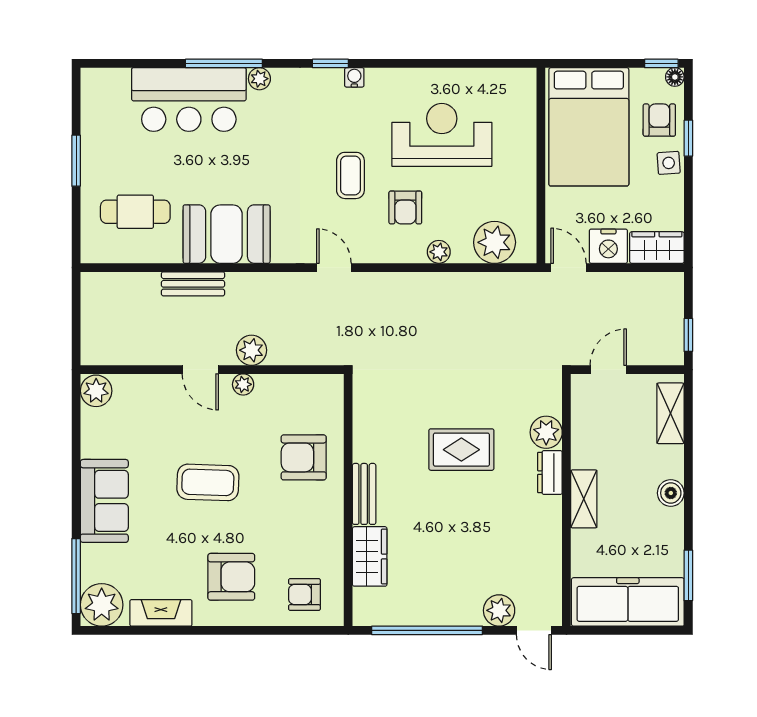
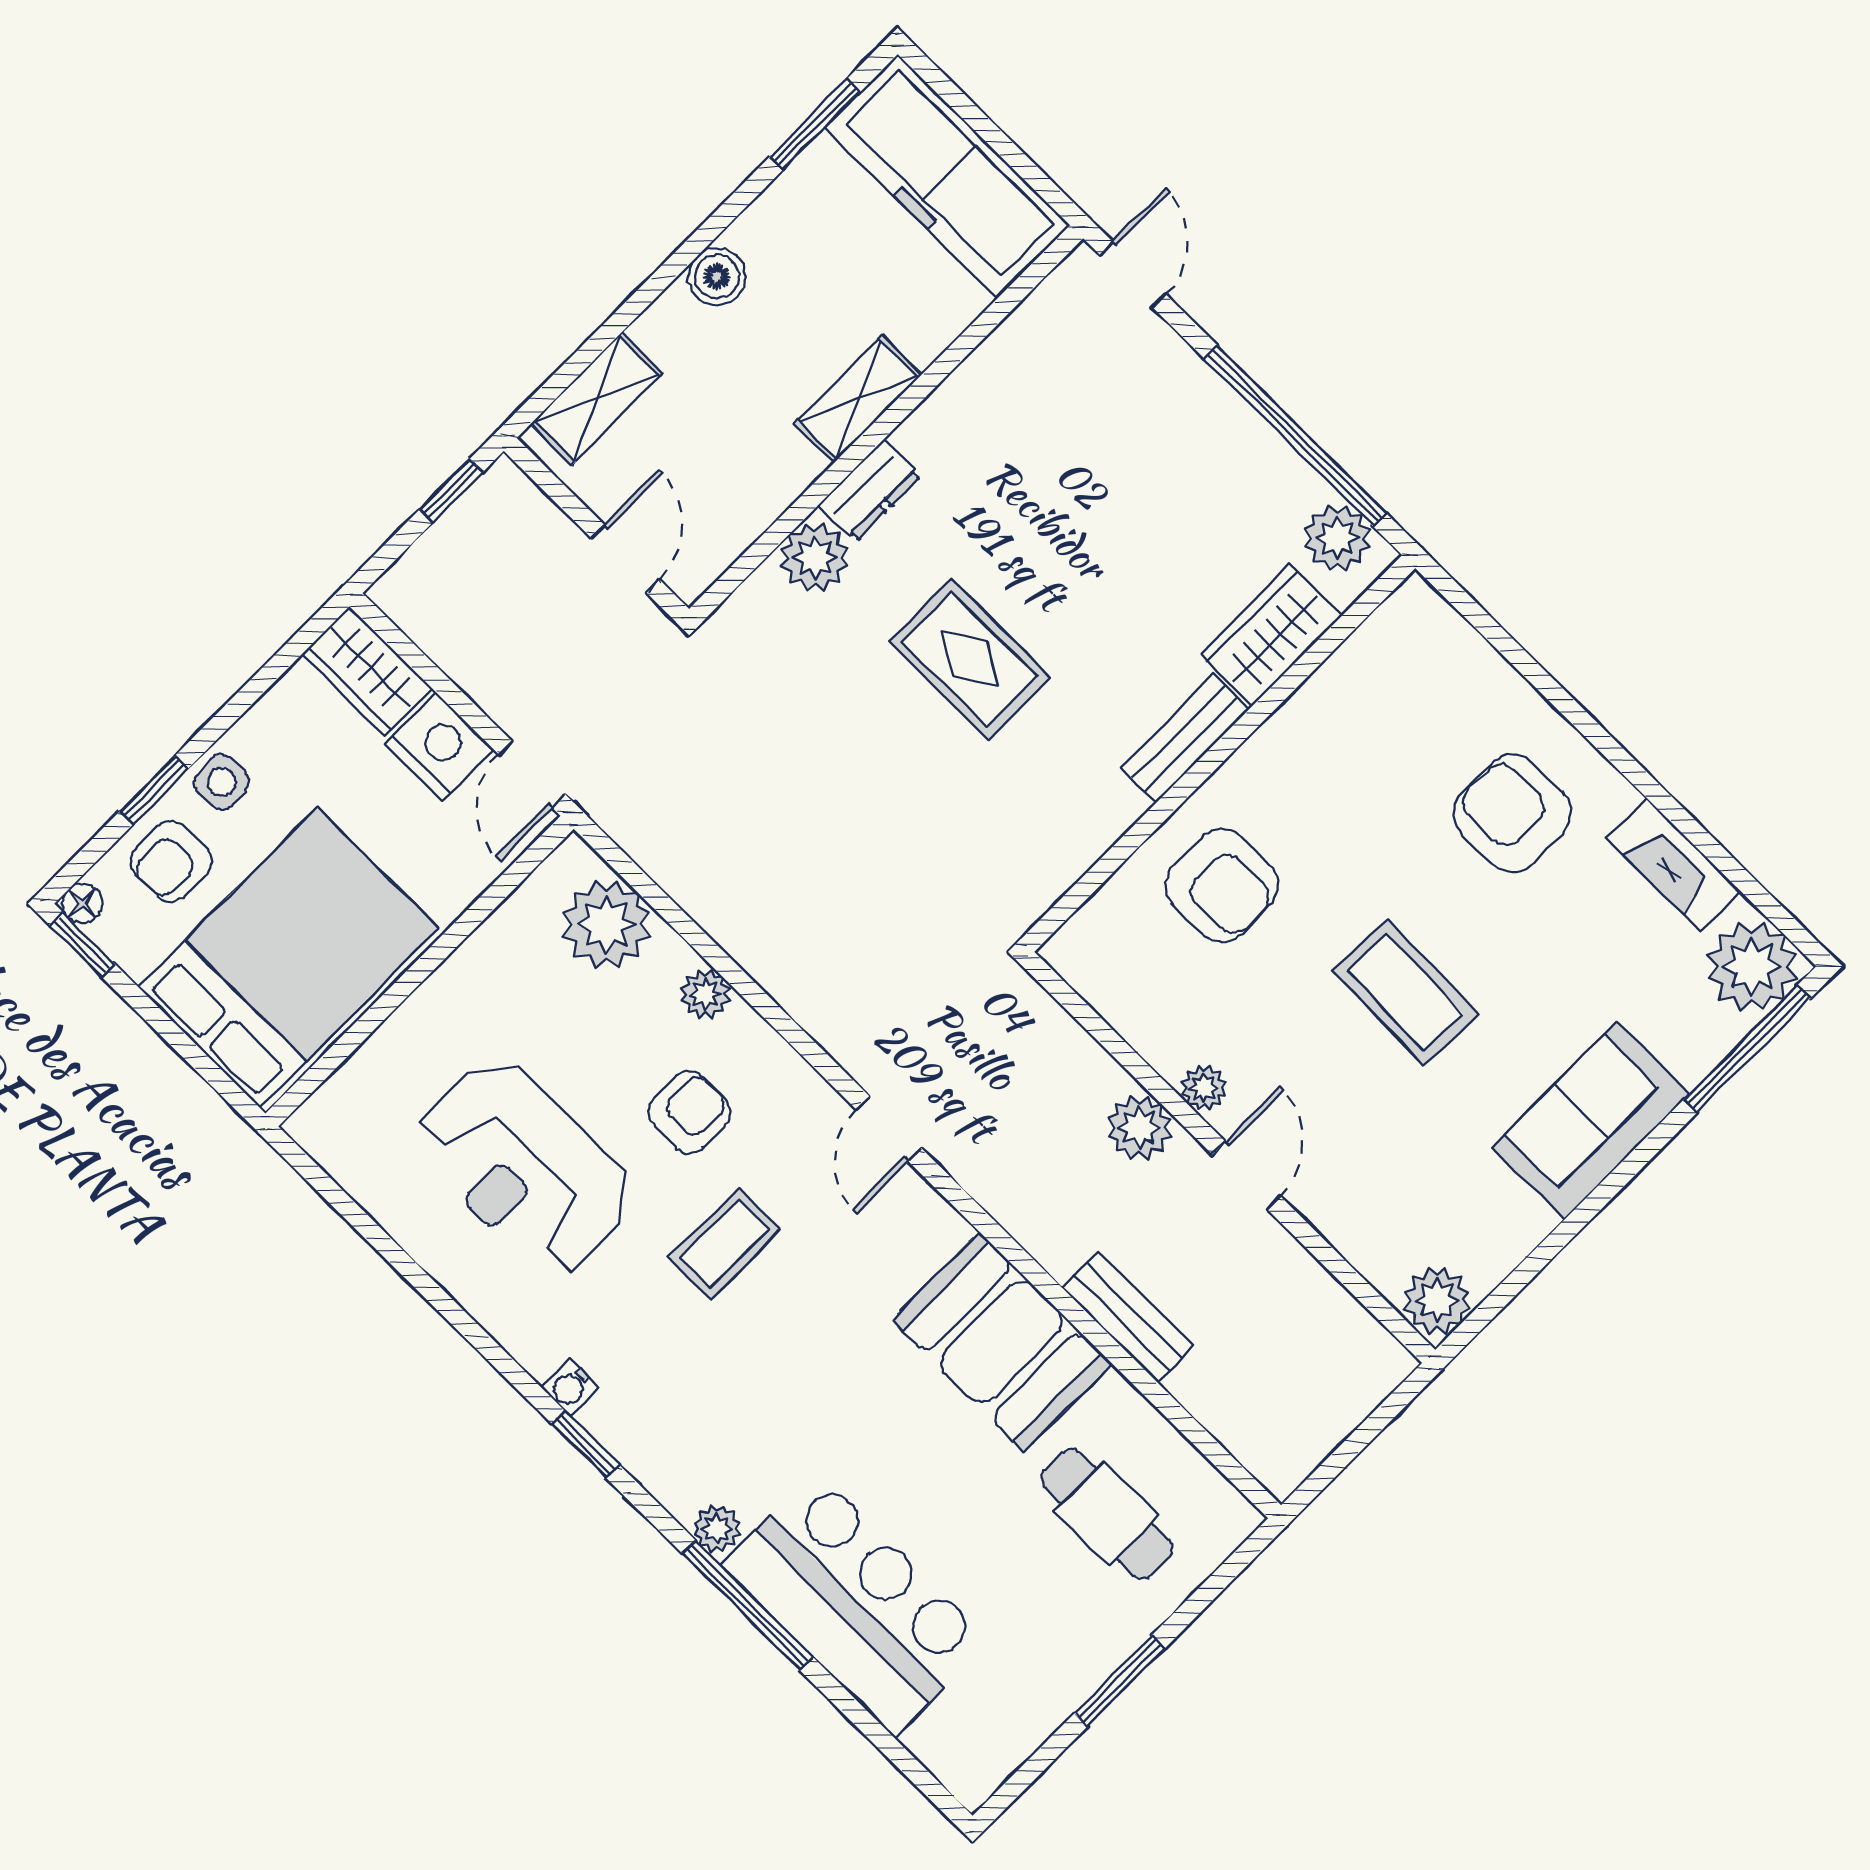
door: (608, 370) -> (626, 559), swing flipped
armchair: (304, 594) -> (1428, 676), removed
plant: (499, 610) -> (1338, 538), moved

